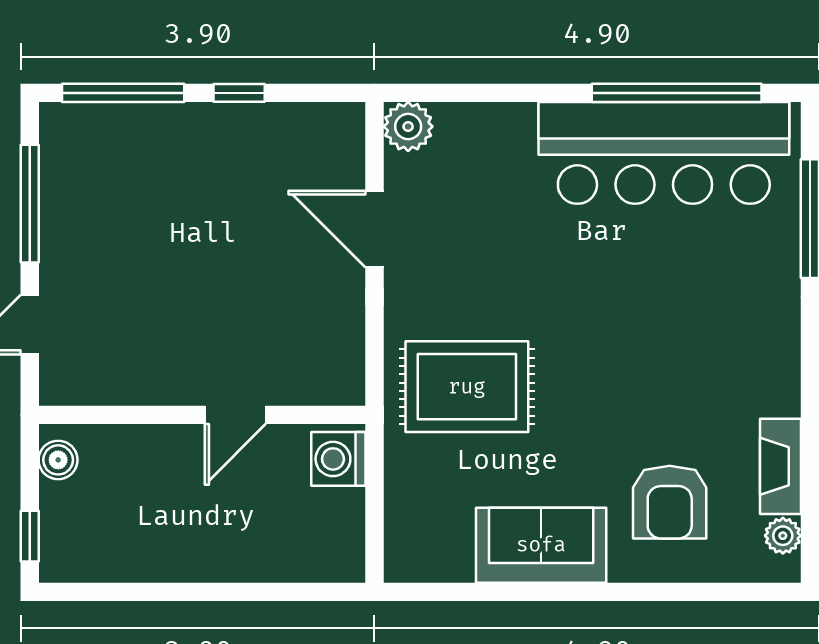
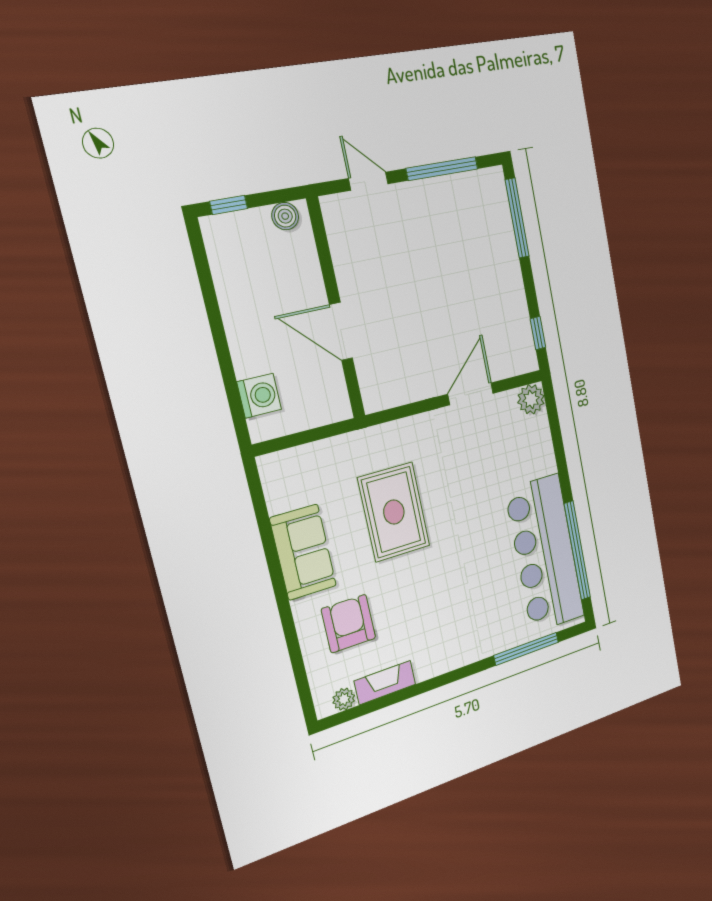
window: (239, 93) -> (538, 333), moved
rug: (467, 387) -> (394, 512), moved
door: (235, 415) -> (341, 331), width x1.37
washing machine: (338, 459) -> (259, 396), moved, turned 90
armchair: (670, 502) -> (349, 624), turned 90

